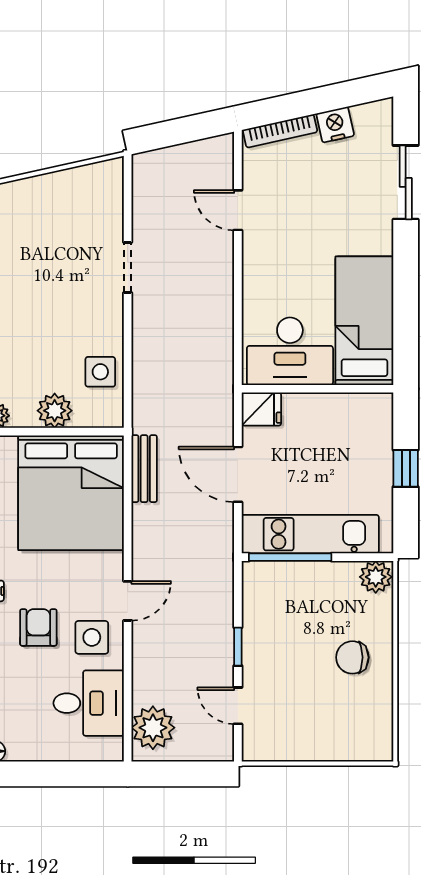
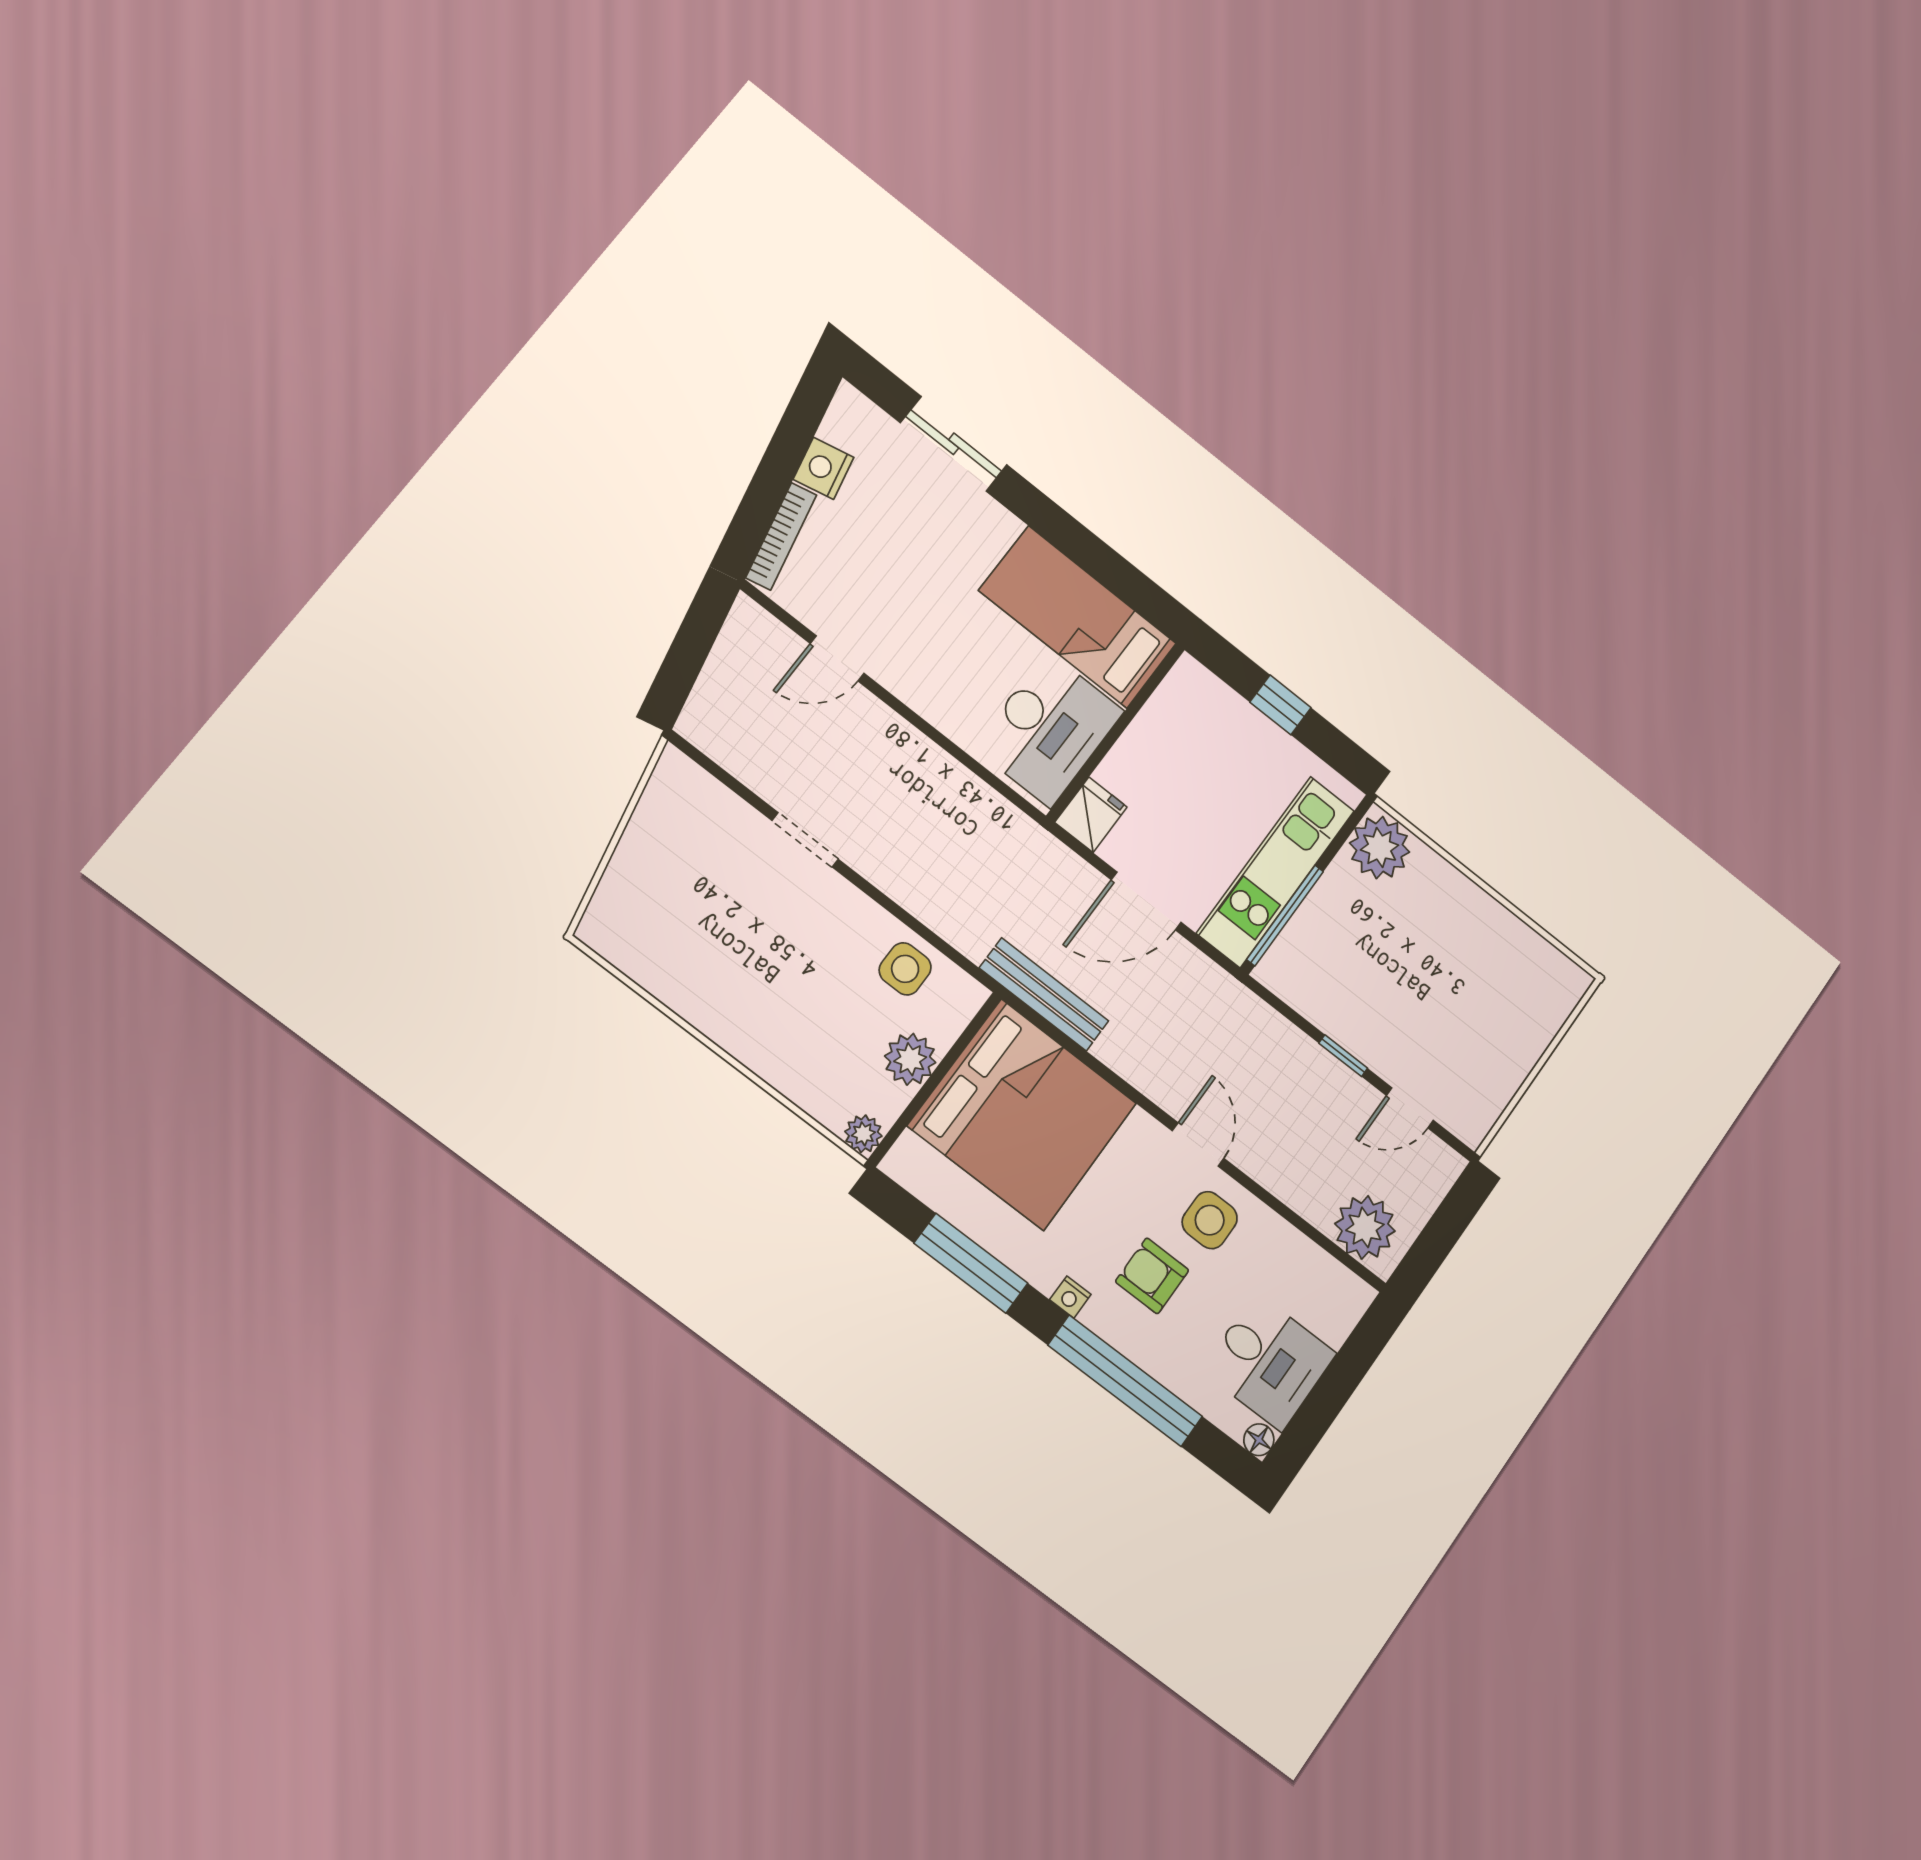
bench: (144, 469) -> (1044, 994), width x1.36
plant: (376, 577) -> (1380, 848), width x1.36, depth x1.36
chair: (352, 657) -> (1449, 934), removed
desk: (89, 703) -> (1269, 1362), moved, turned 90

